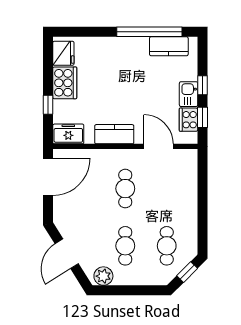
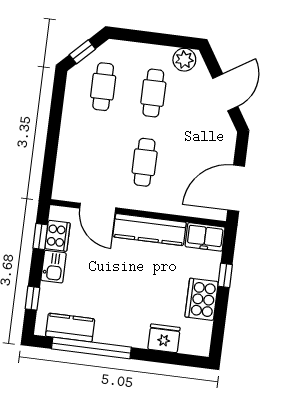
fridge: (63, 53) -> (164, 338), moved, turned 90
window: (203, 85) -> (32, 298), moved
kitchen counter: (114, 134) -> (150, 230), width x1.50

